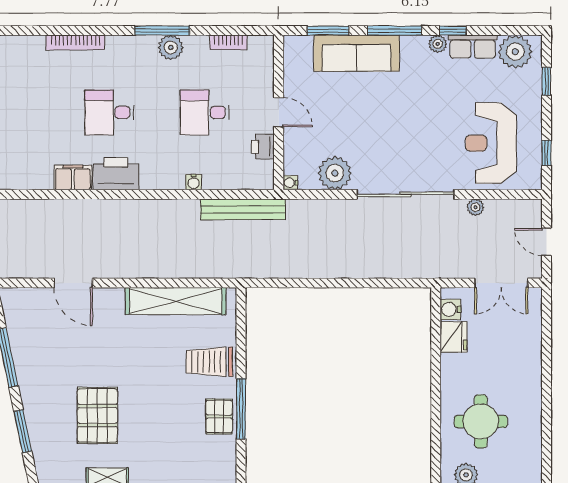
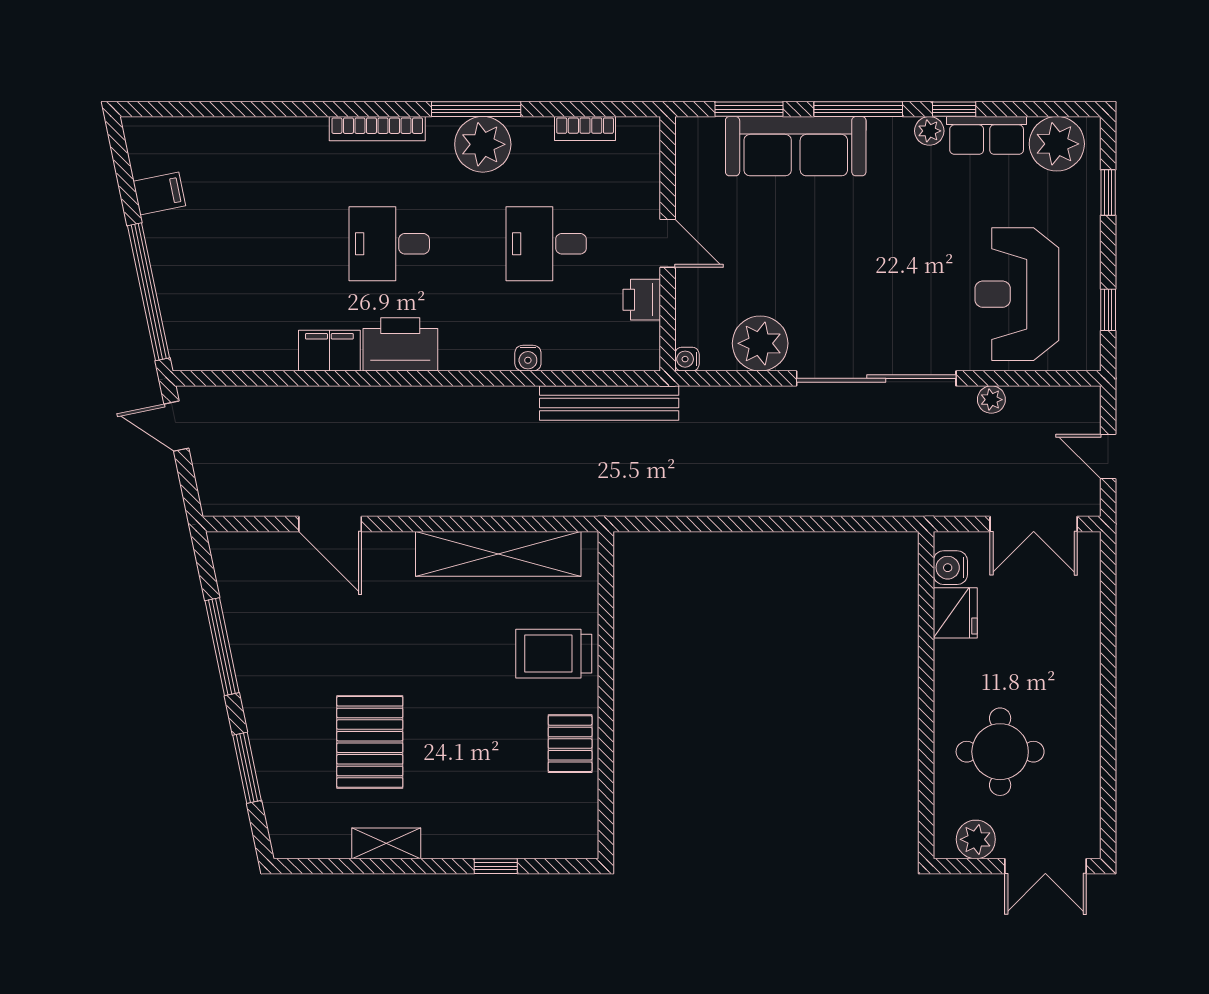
bookcase: (75, 42) -> (377, 129), moved
plant: (171, 47) -> (483, 144), width x1.36, depth x1.36
window: (241, 409) -> (606, 731), removed

